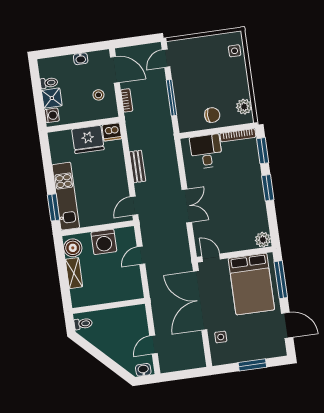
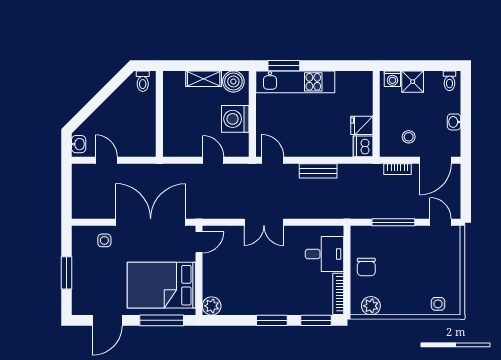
toilet: (49, 83) -> (450, 81), moved
fridge: (88, 139) -> (362, 125), width x0.53, depth x0.75

